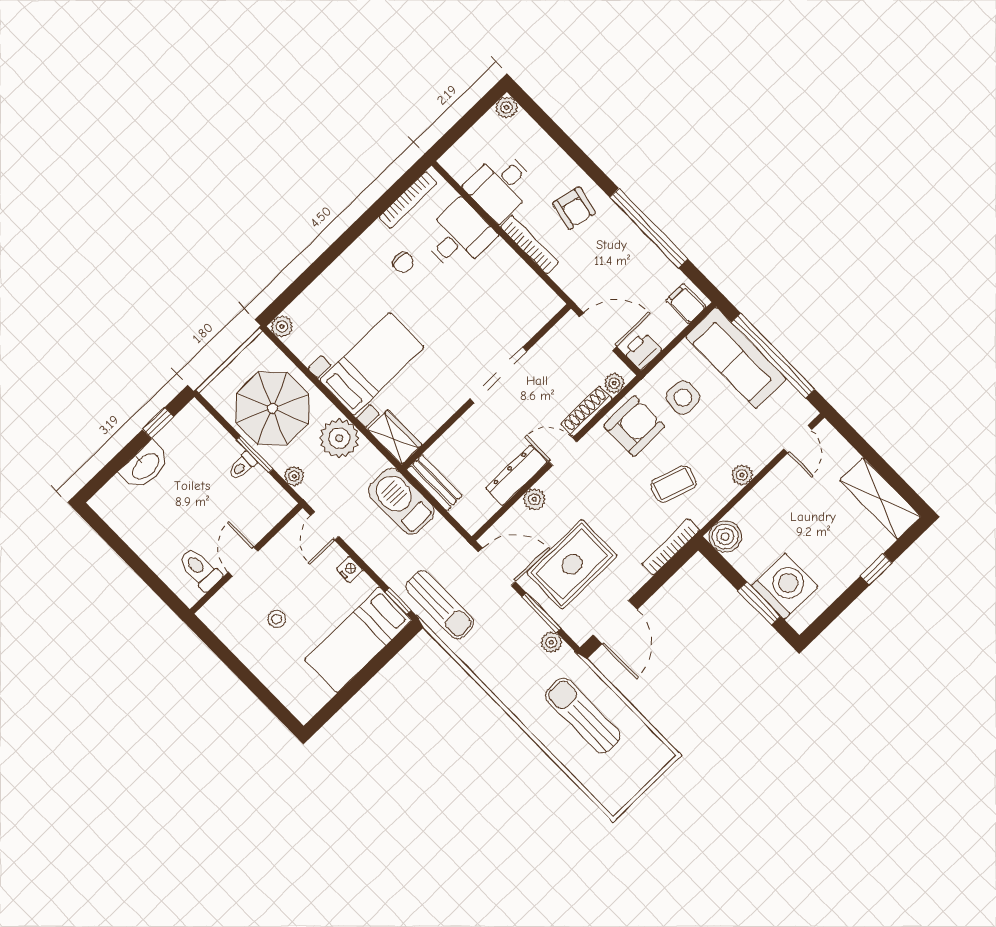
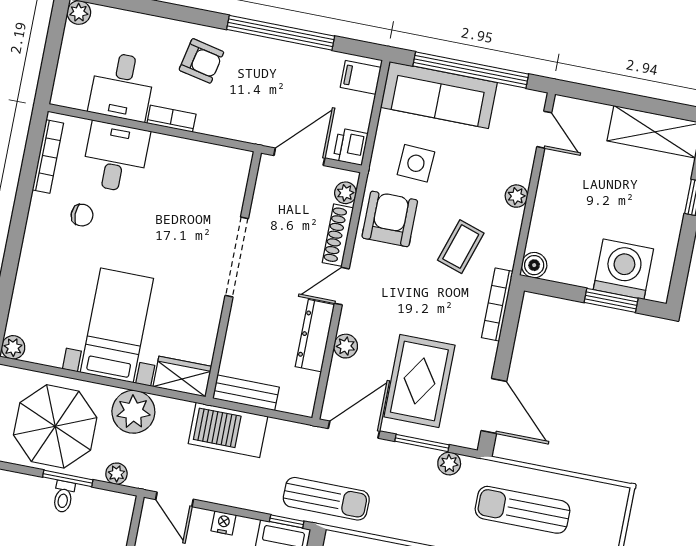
bookcase: (530, 245) -> (171, 119), width x0.64
boiler: (725, 537) -> (534, 265), width x0.73, depth x0.73

